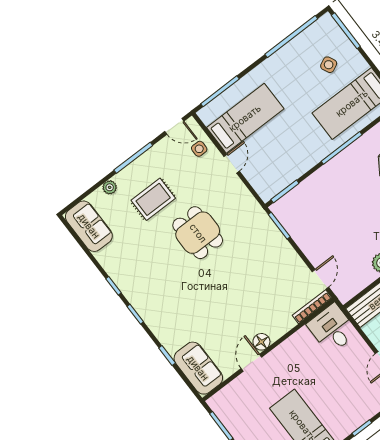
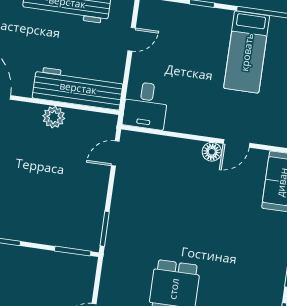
bookcase: (312, 307) -> (144, 139), removed

